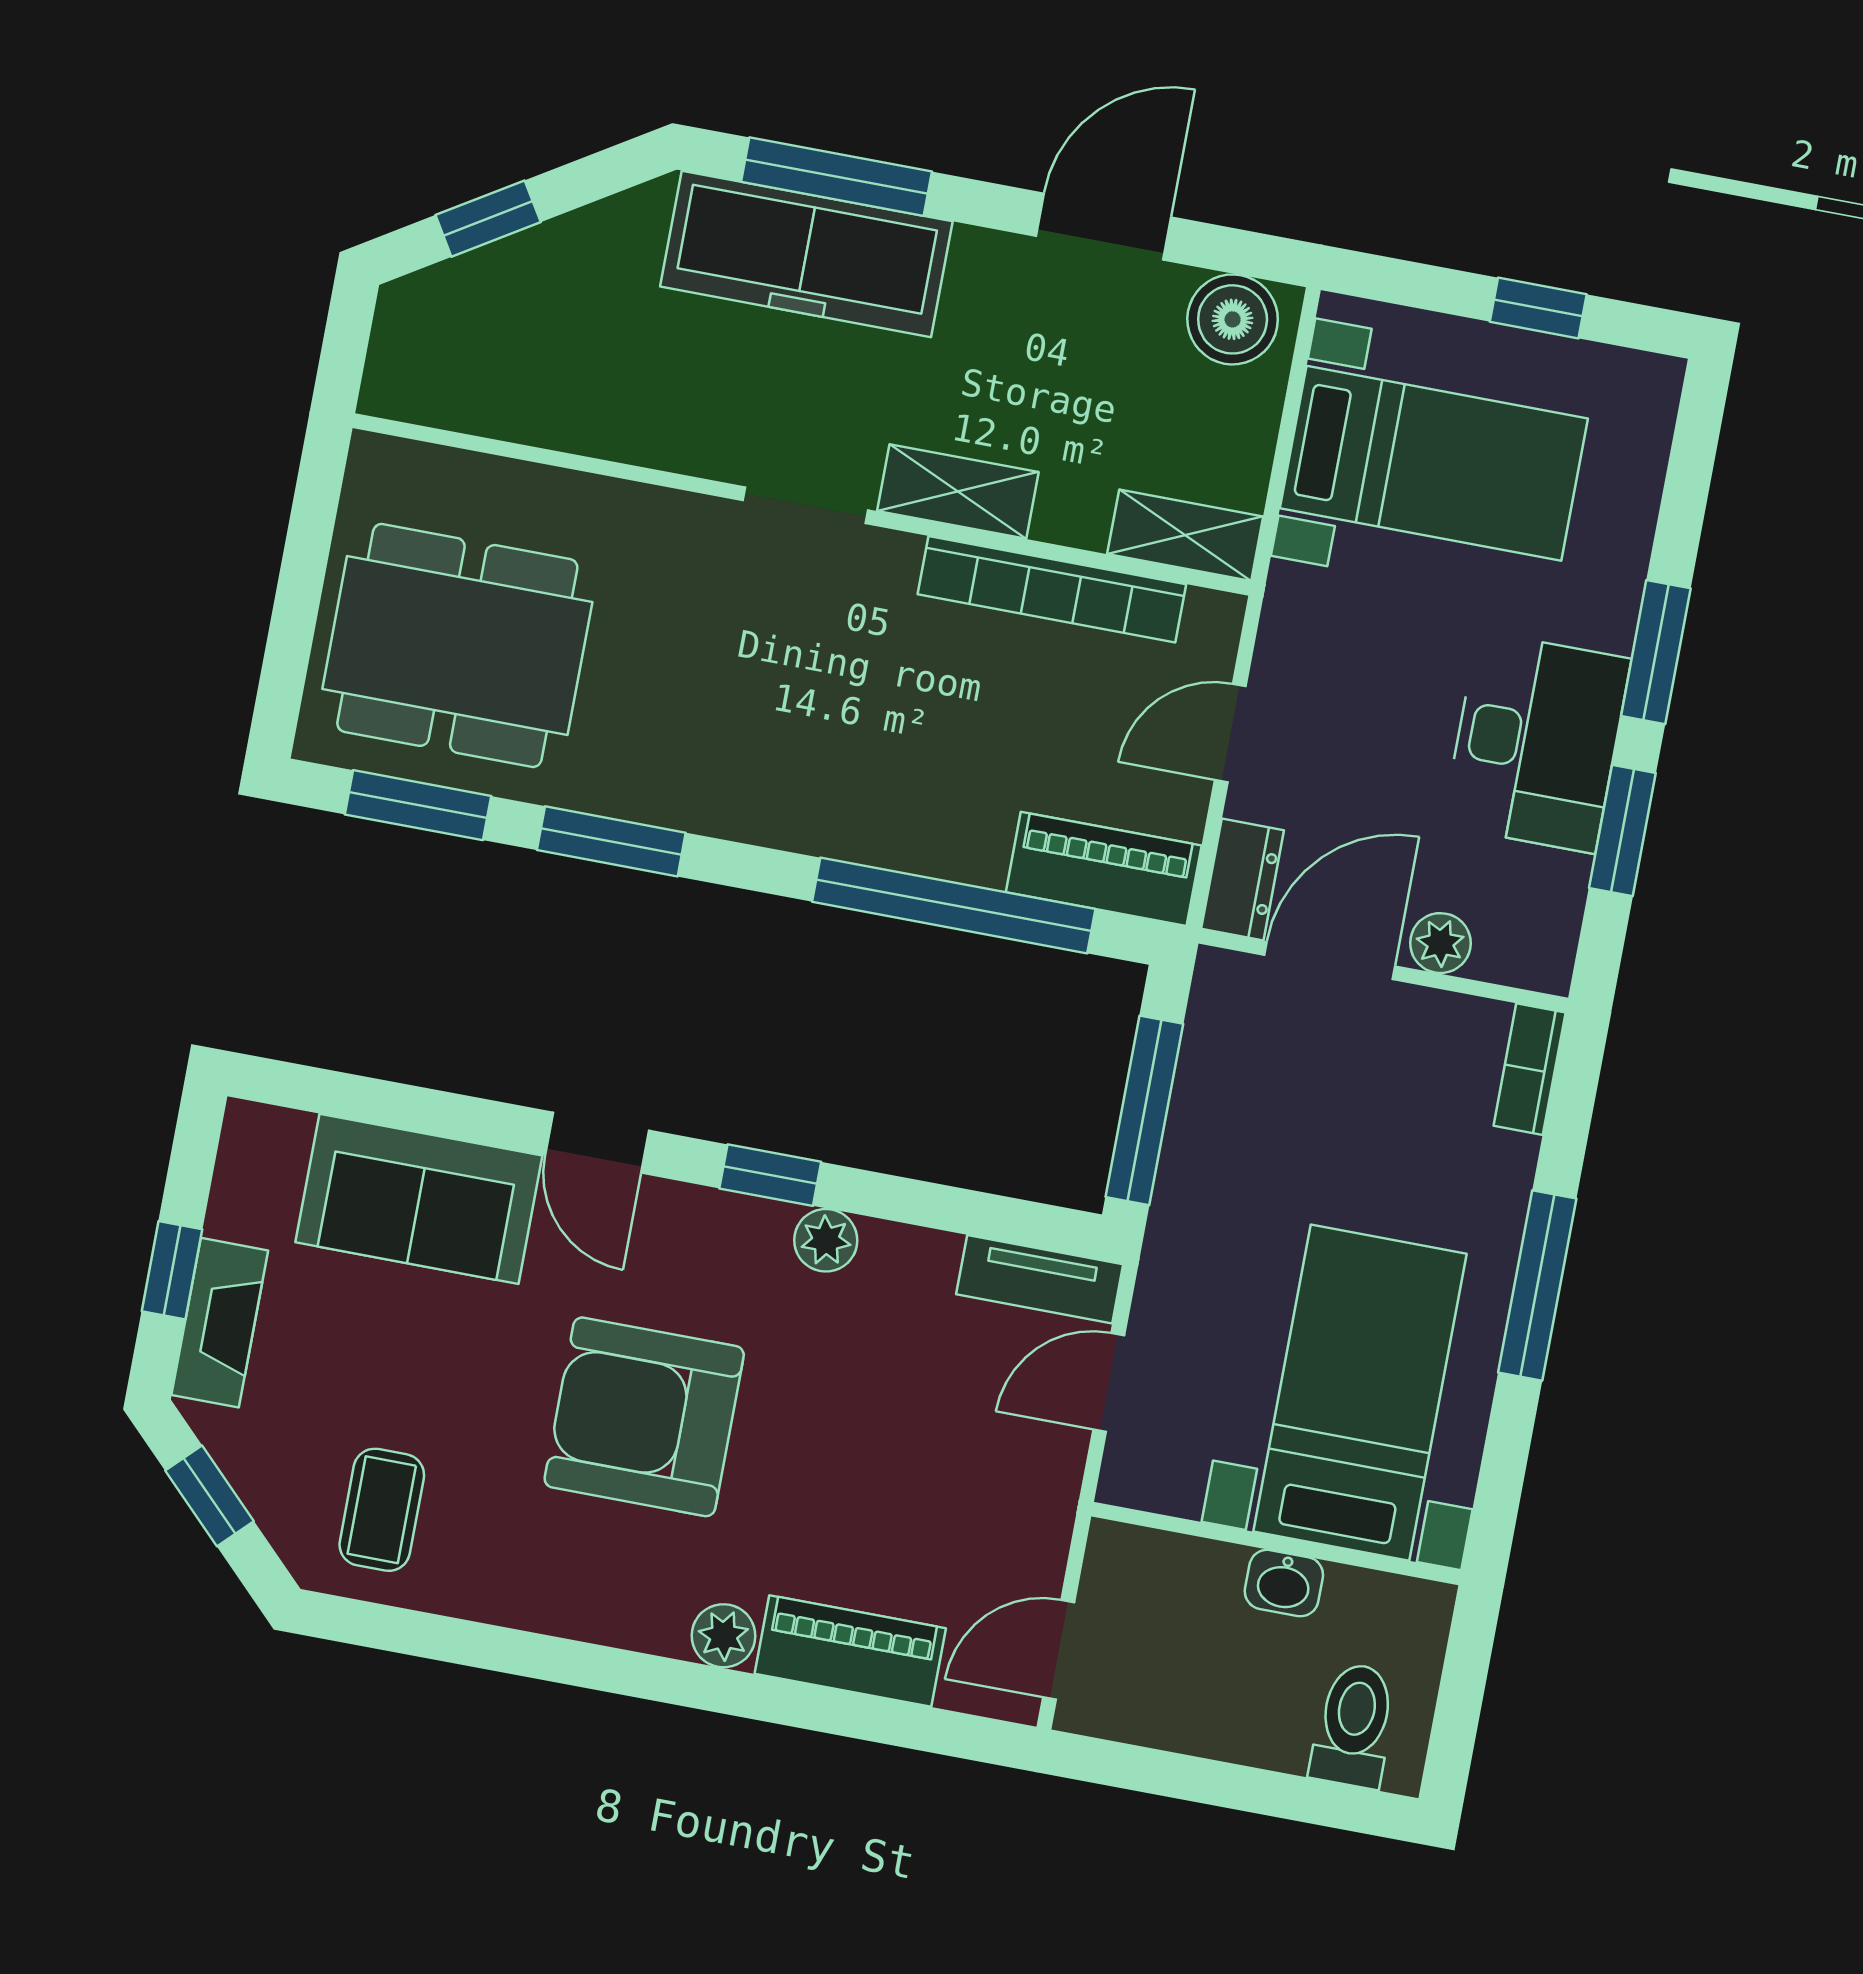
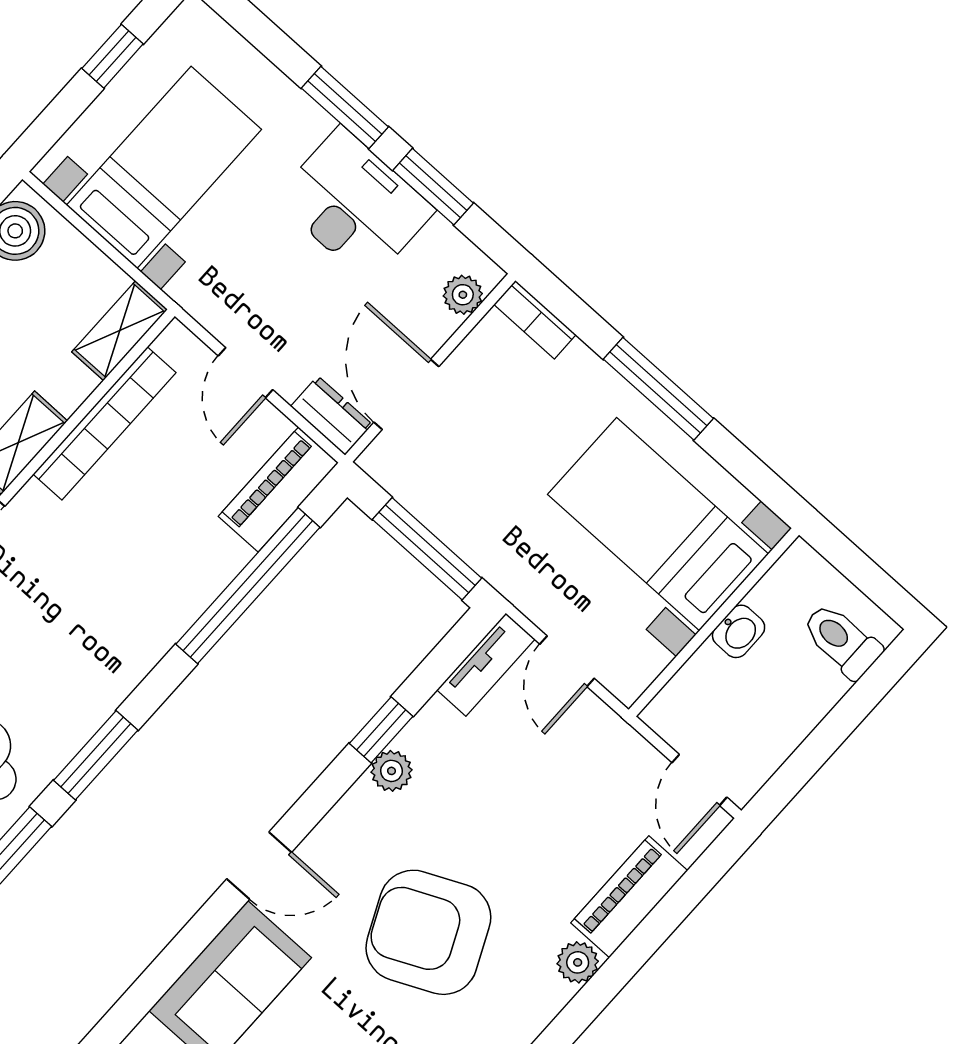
plant: (1440, 943) -> (463, 295), moved
window: (770, 1175) -> (381, 730), moved
armchair: (644, 1417) -> (428, 932), turned 65

